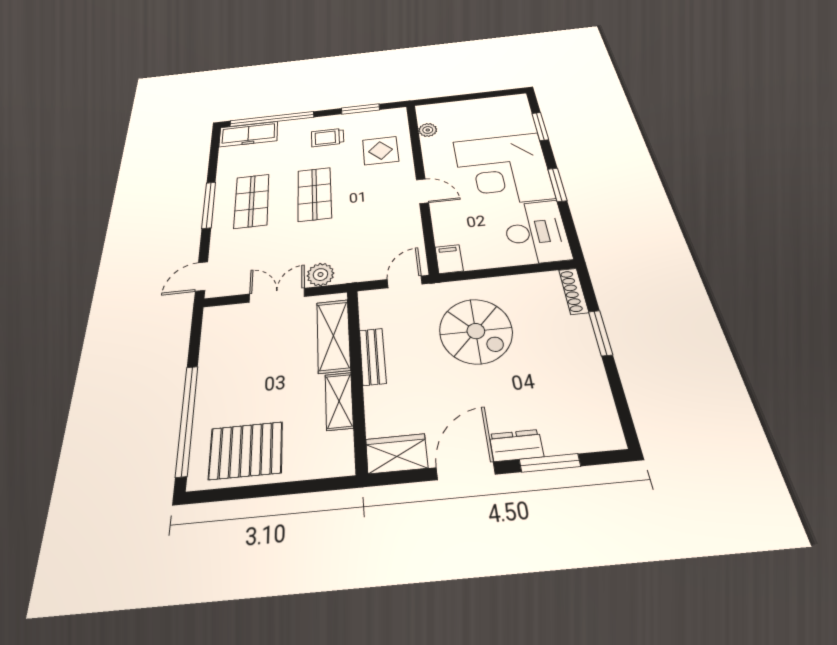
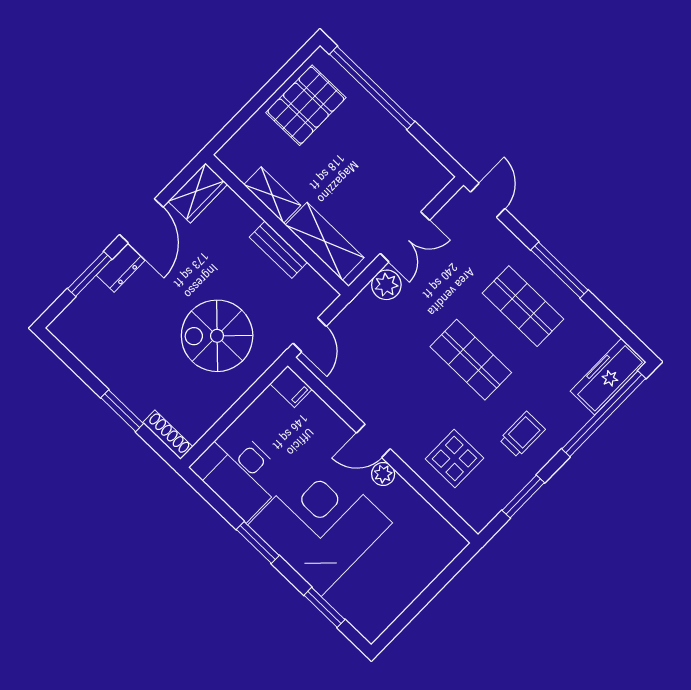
plant: (428, 130) -> (383, 474), moved

